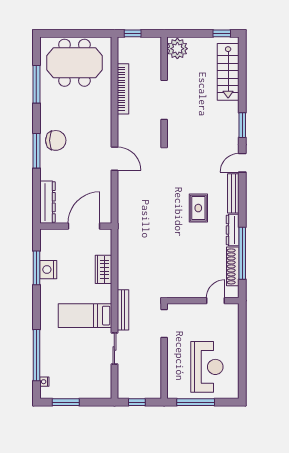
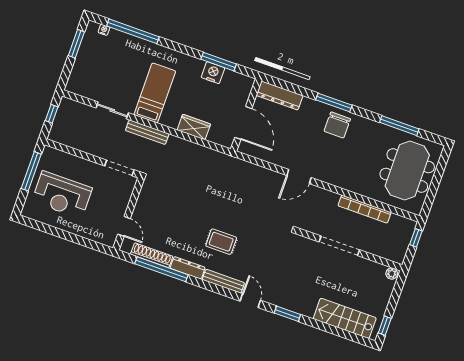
plant: (177, 49) -> (392, 274), width x0.53, depth x0.53

